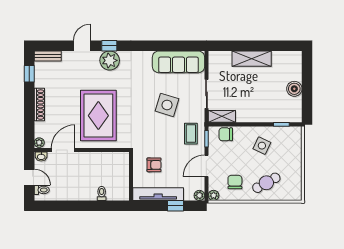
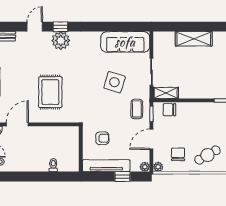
rug: (98, 116) -> (50, 92), width x0.73, depth x0.69
side table: (262, 146) -> (203, 120), removed

